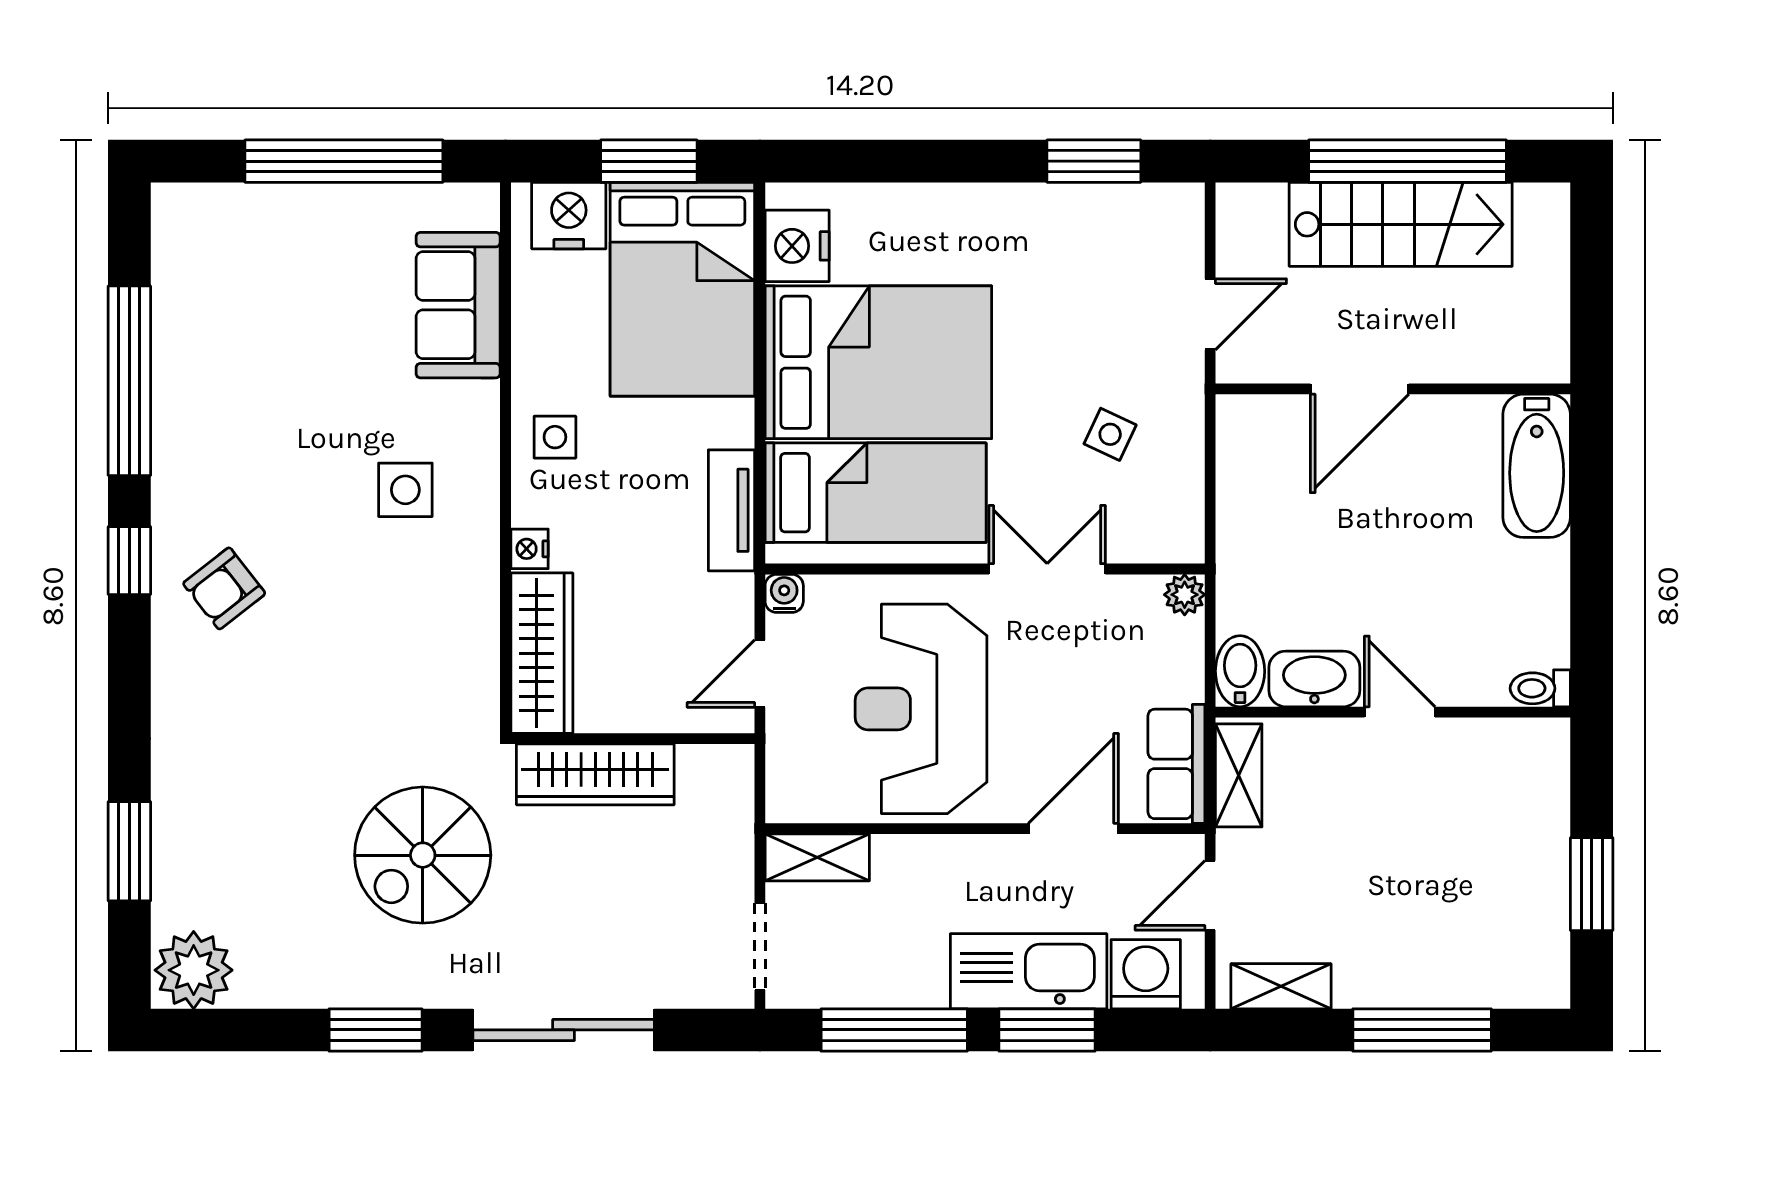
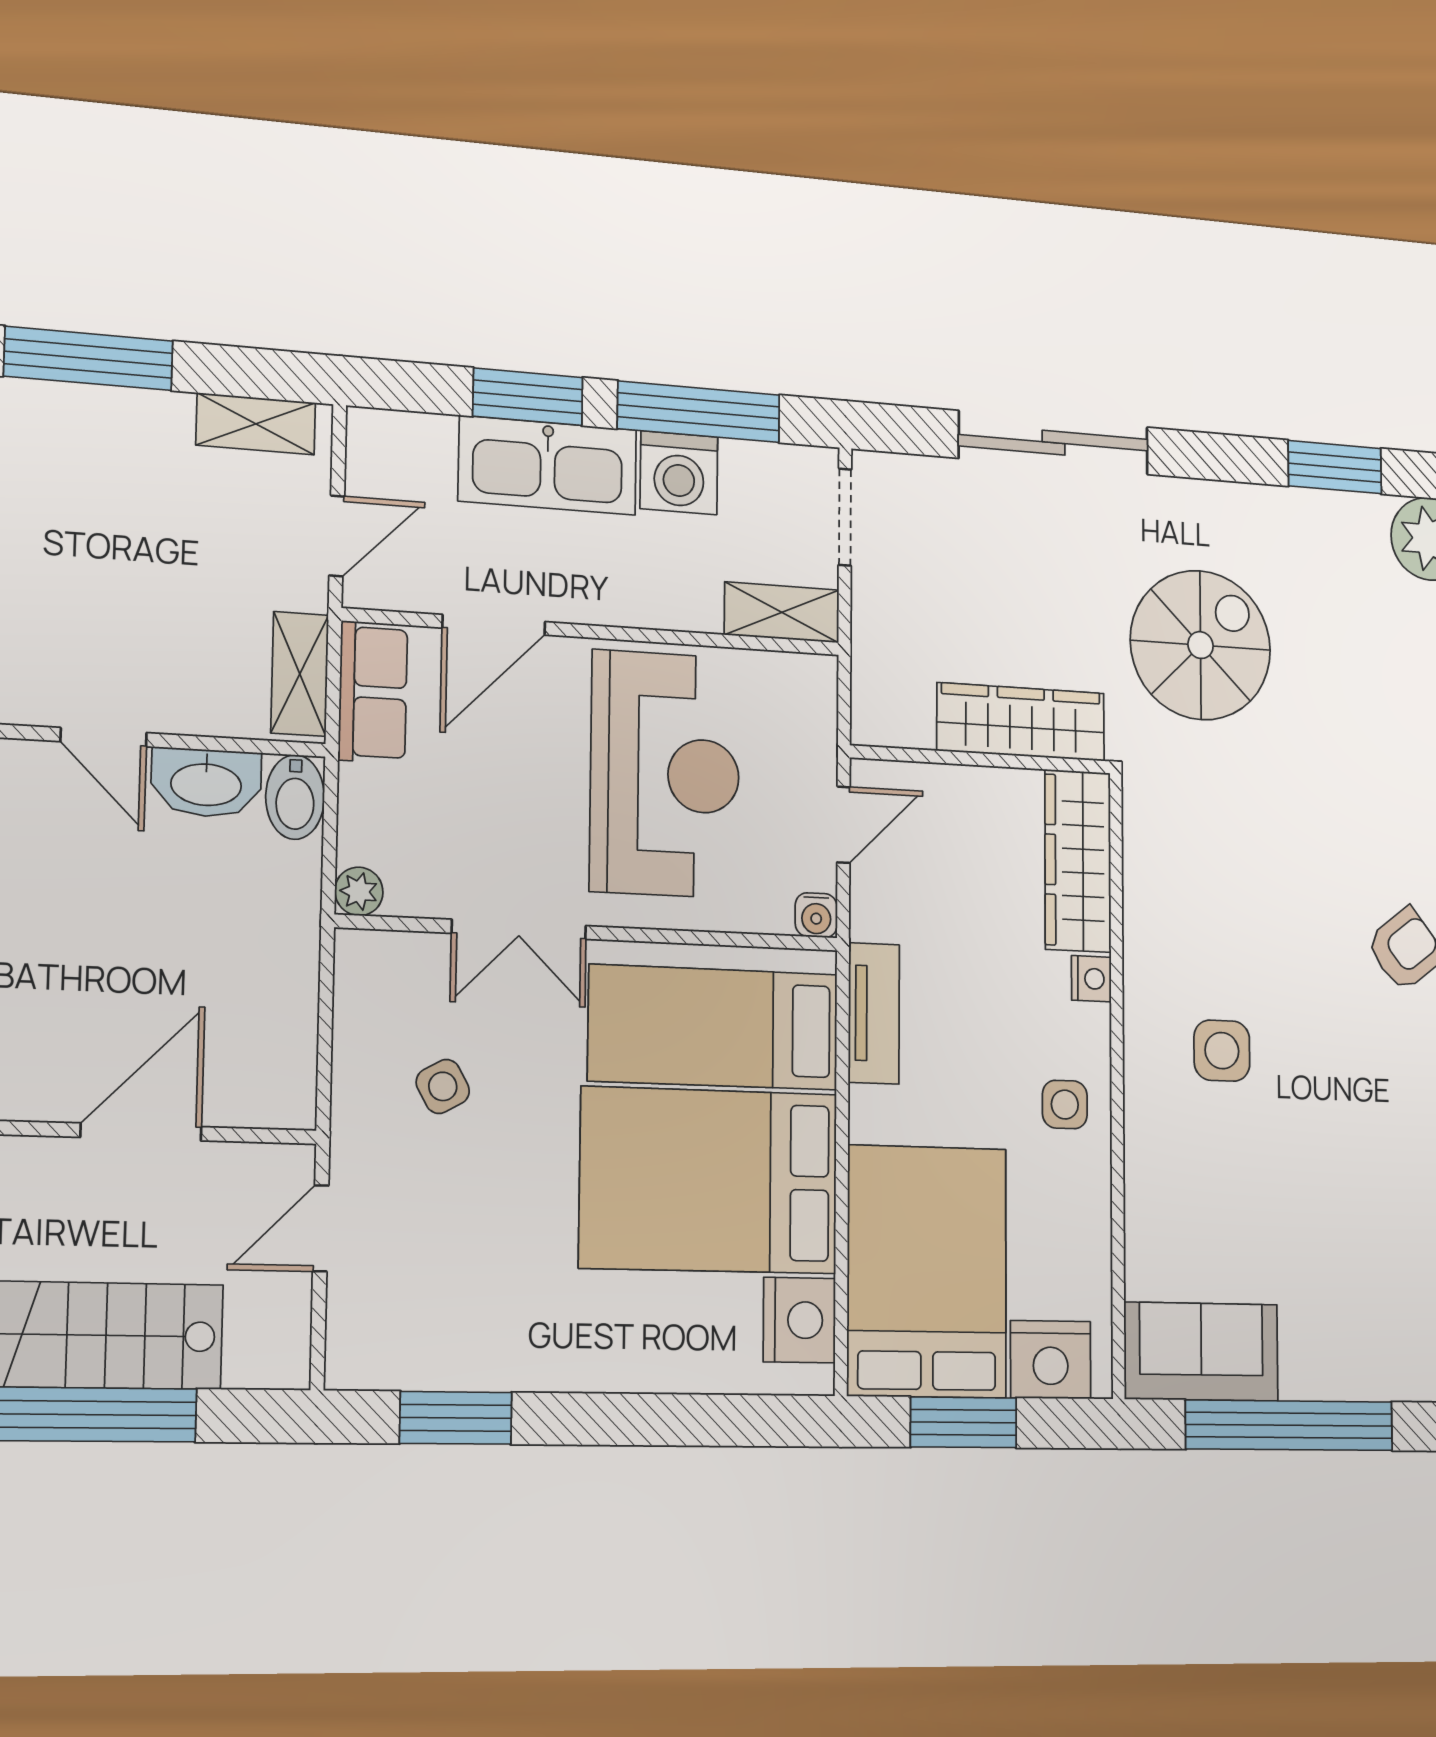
sofa: (458, 305) -> (1201, 1352), moved, turned -90
side table: (1110, 434) -> (443, 1086), turned 36
washing machine: (1146, 974) -> (679, 473), moved
window: (376, 1030) -> (1335, 467), moved

